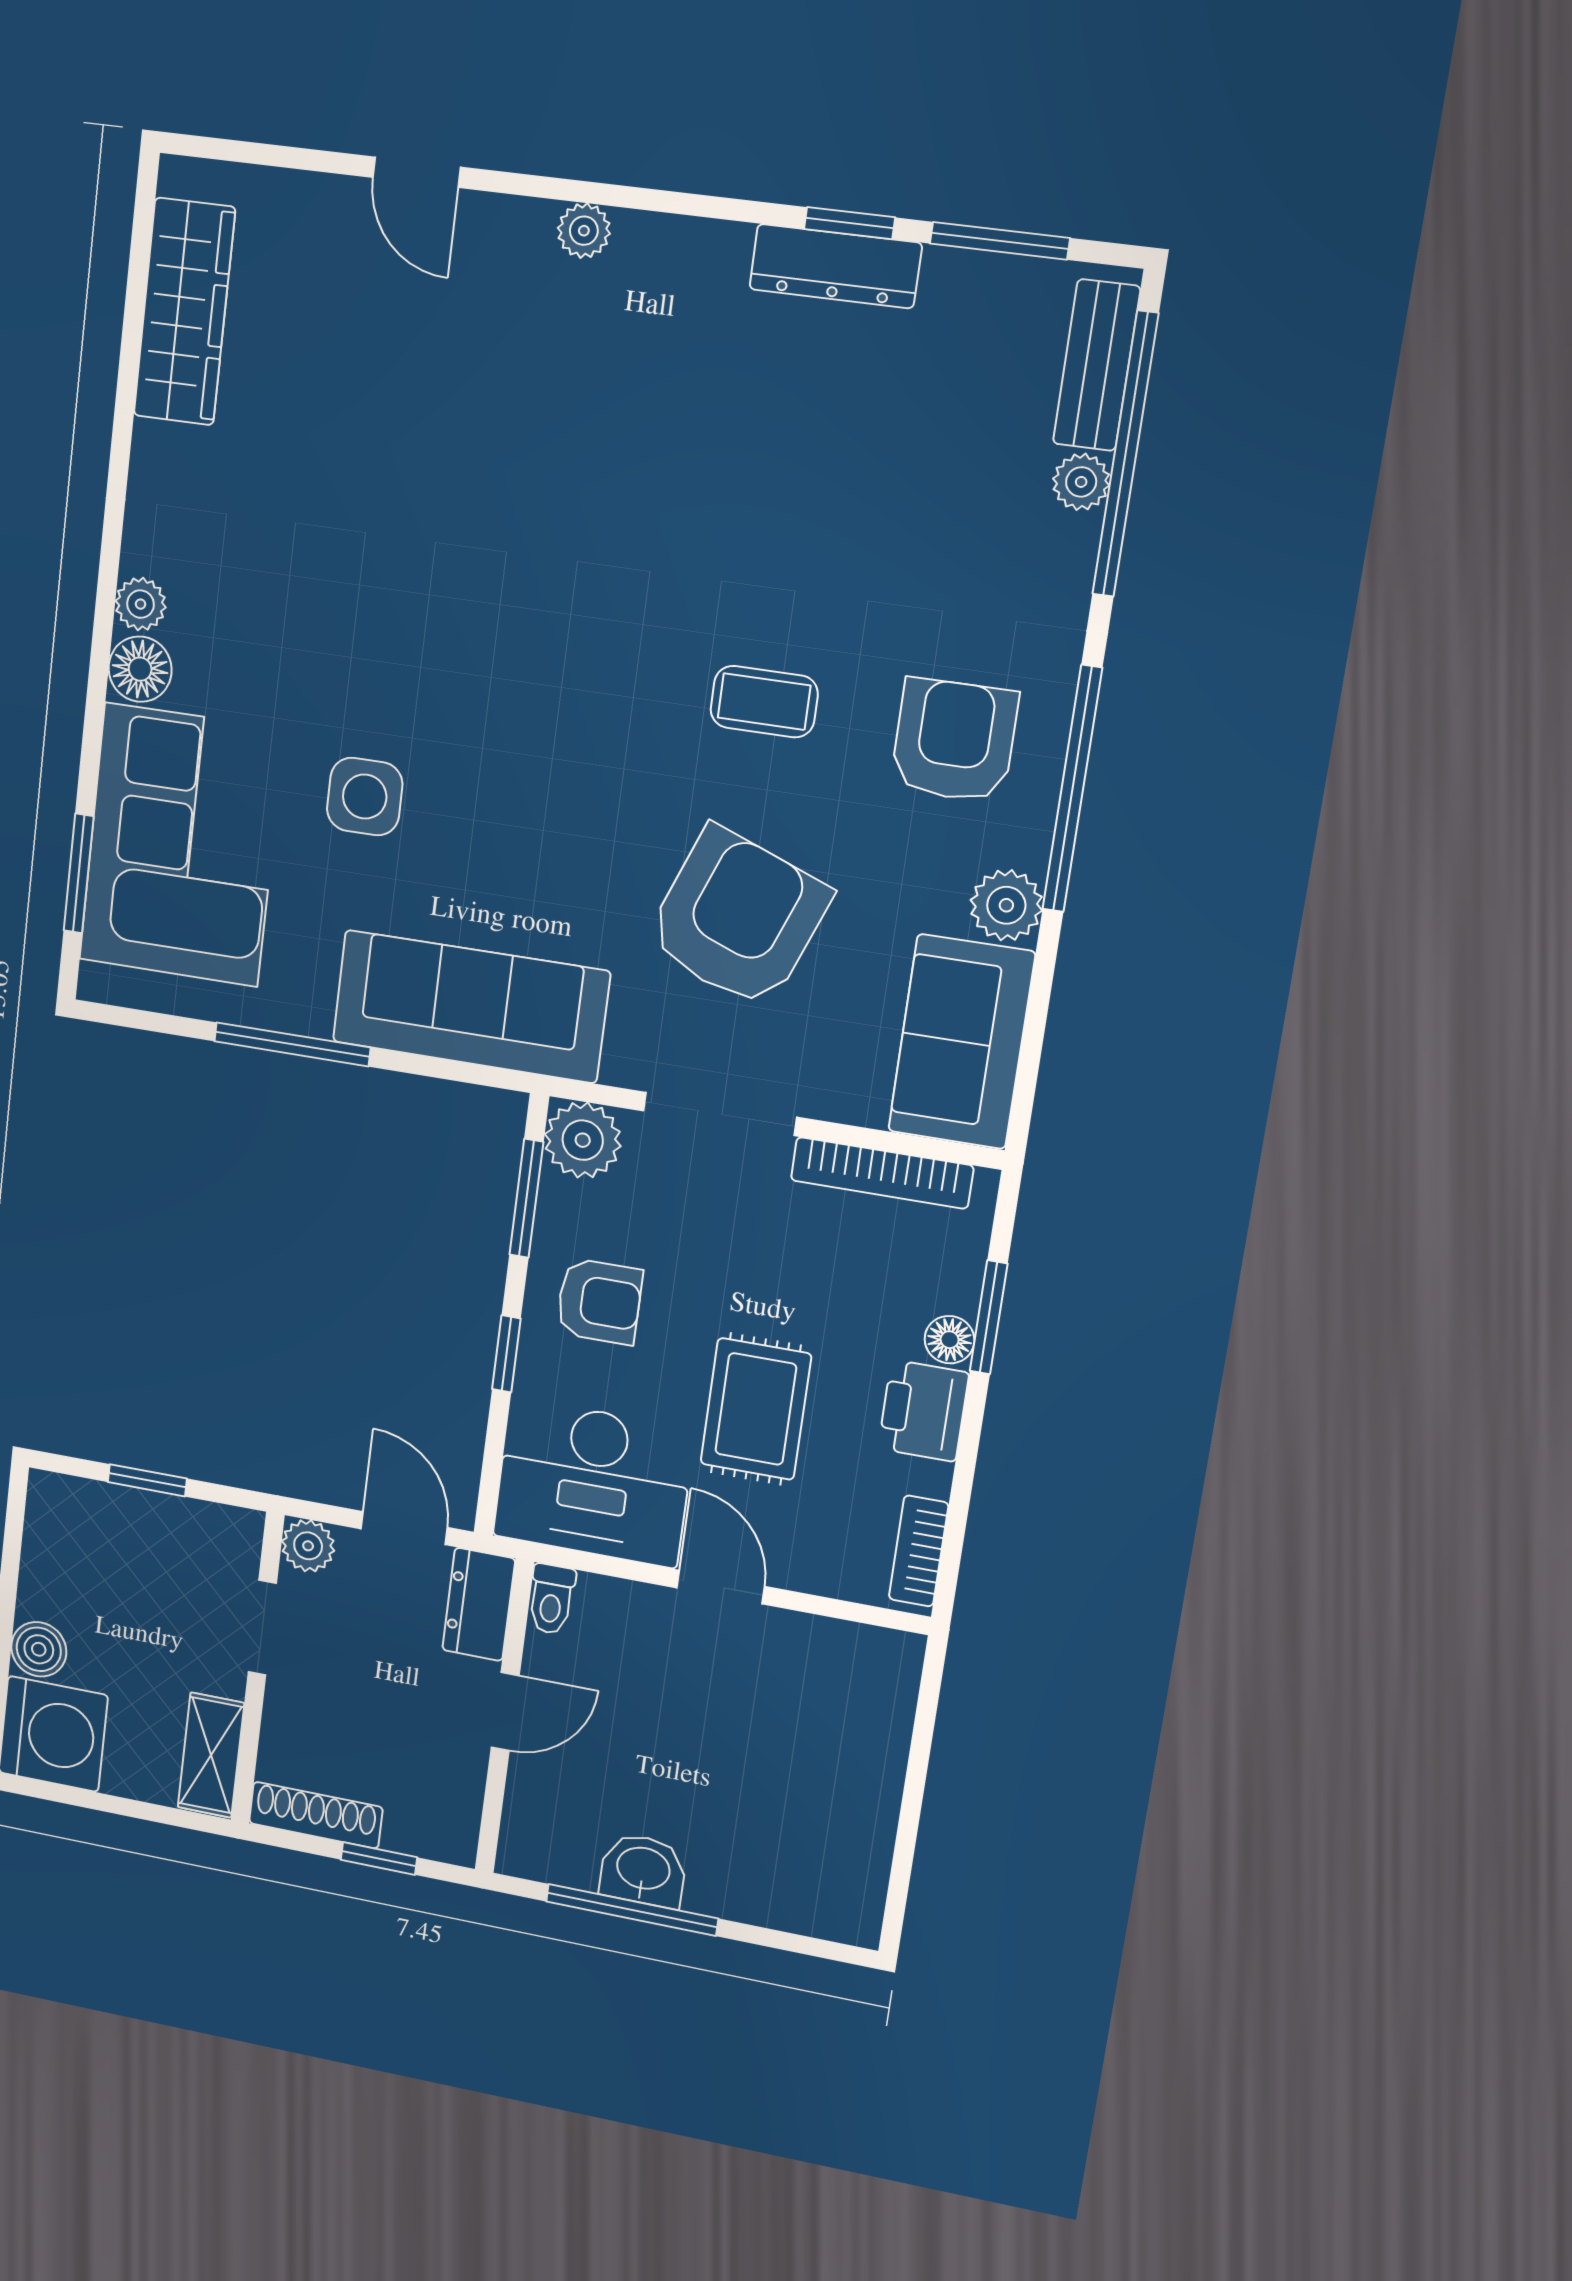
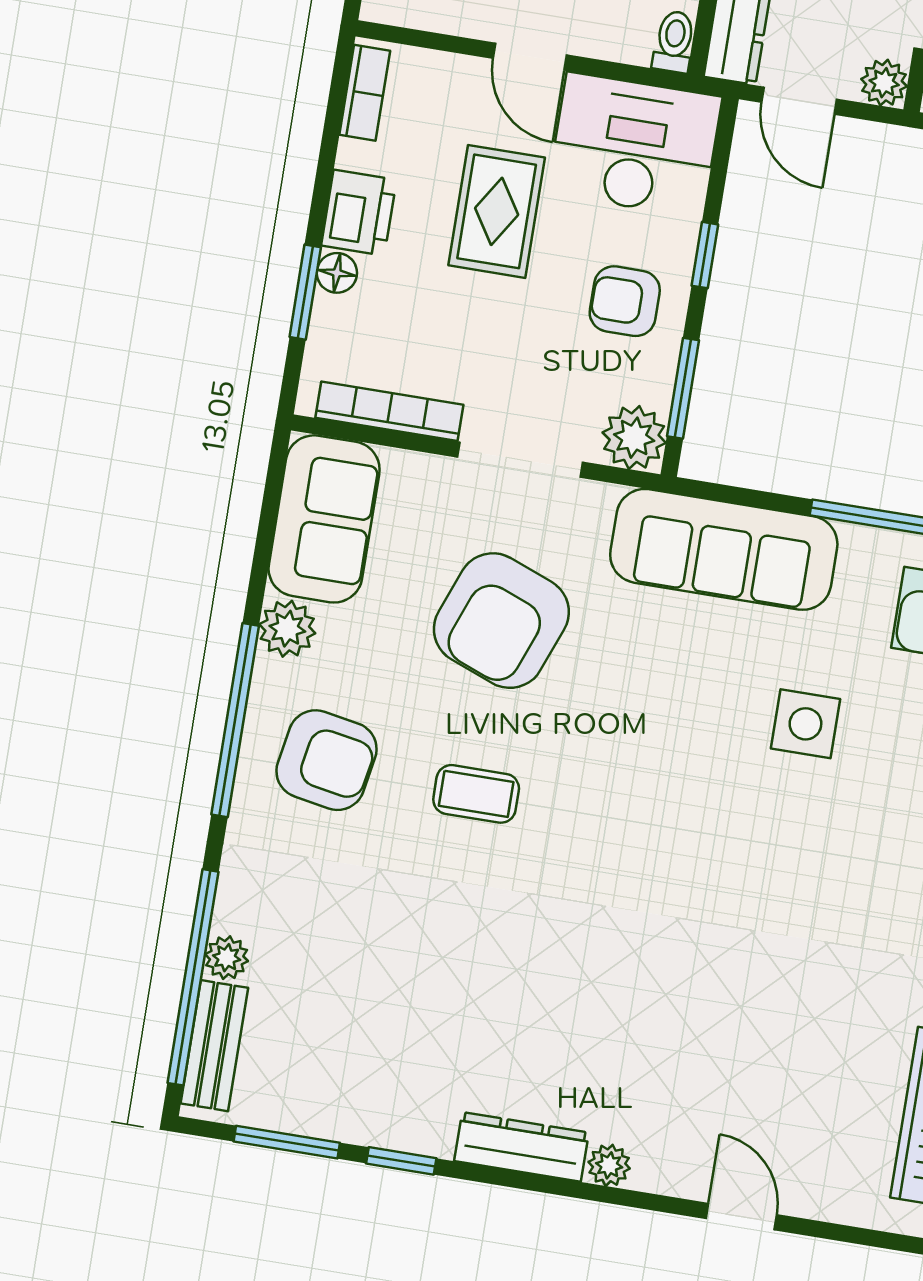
dresser: (835, 266) -> (521, 1147), moved
armchair: (954, 740) -> (327, 760), turned -80

